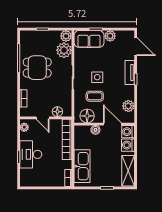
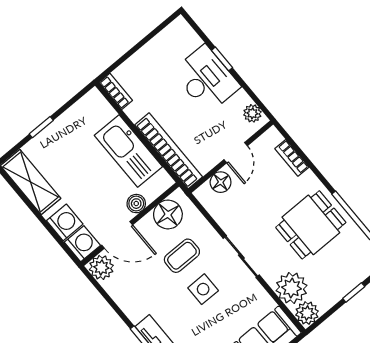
plant: (128, 106) -> (101, 267), moved
door: (43, 118) -> (236, 153), swing flipped
kitchen sink: (82, 166) -> (128, 151), moved

